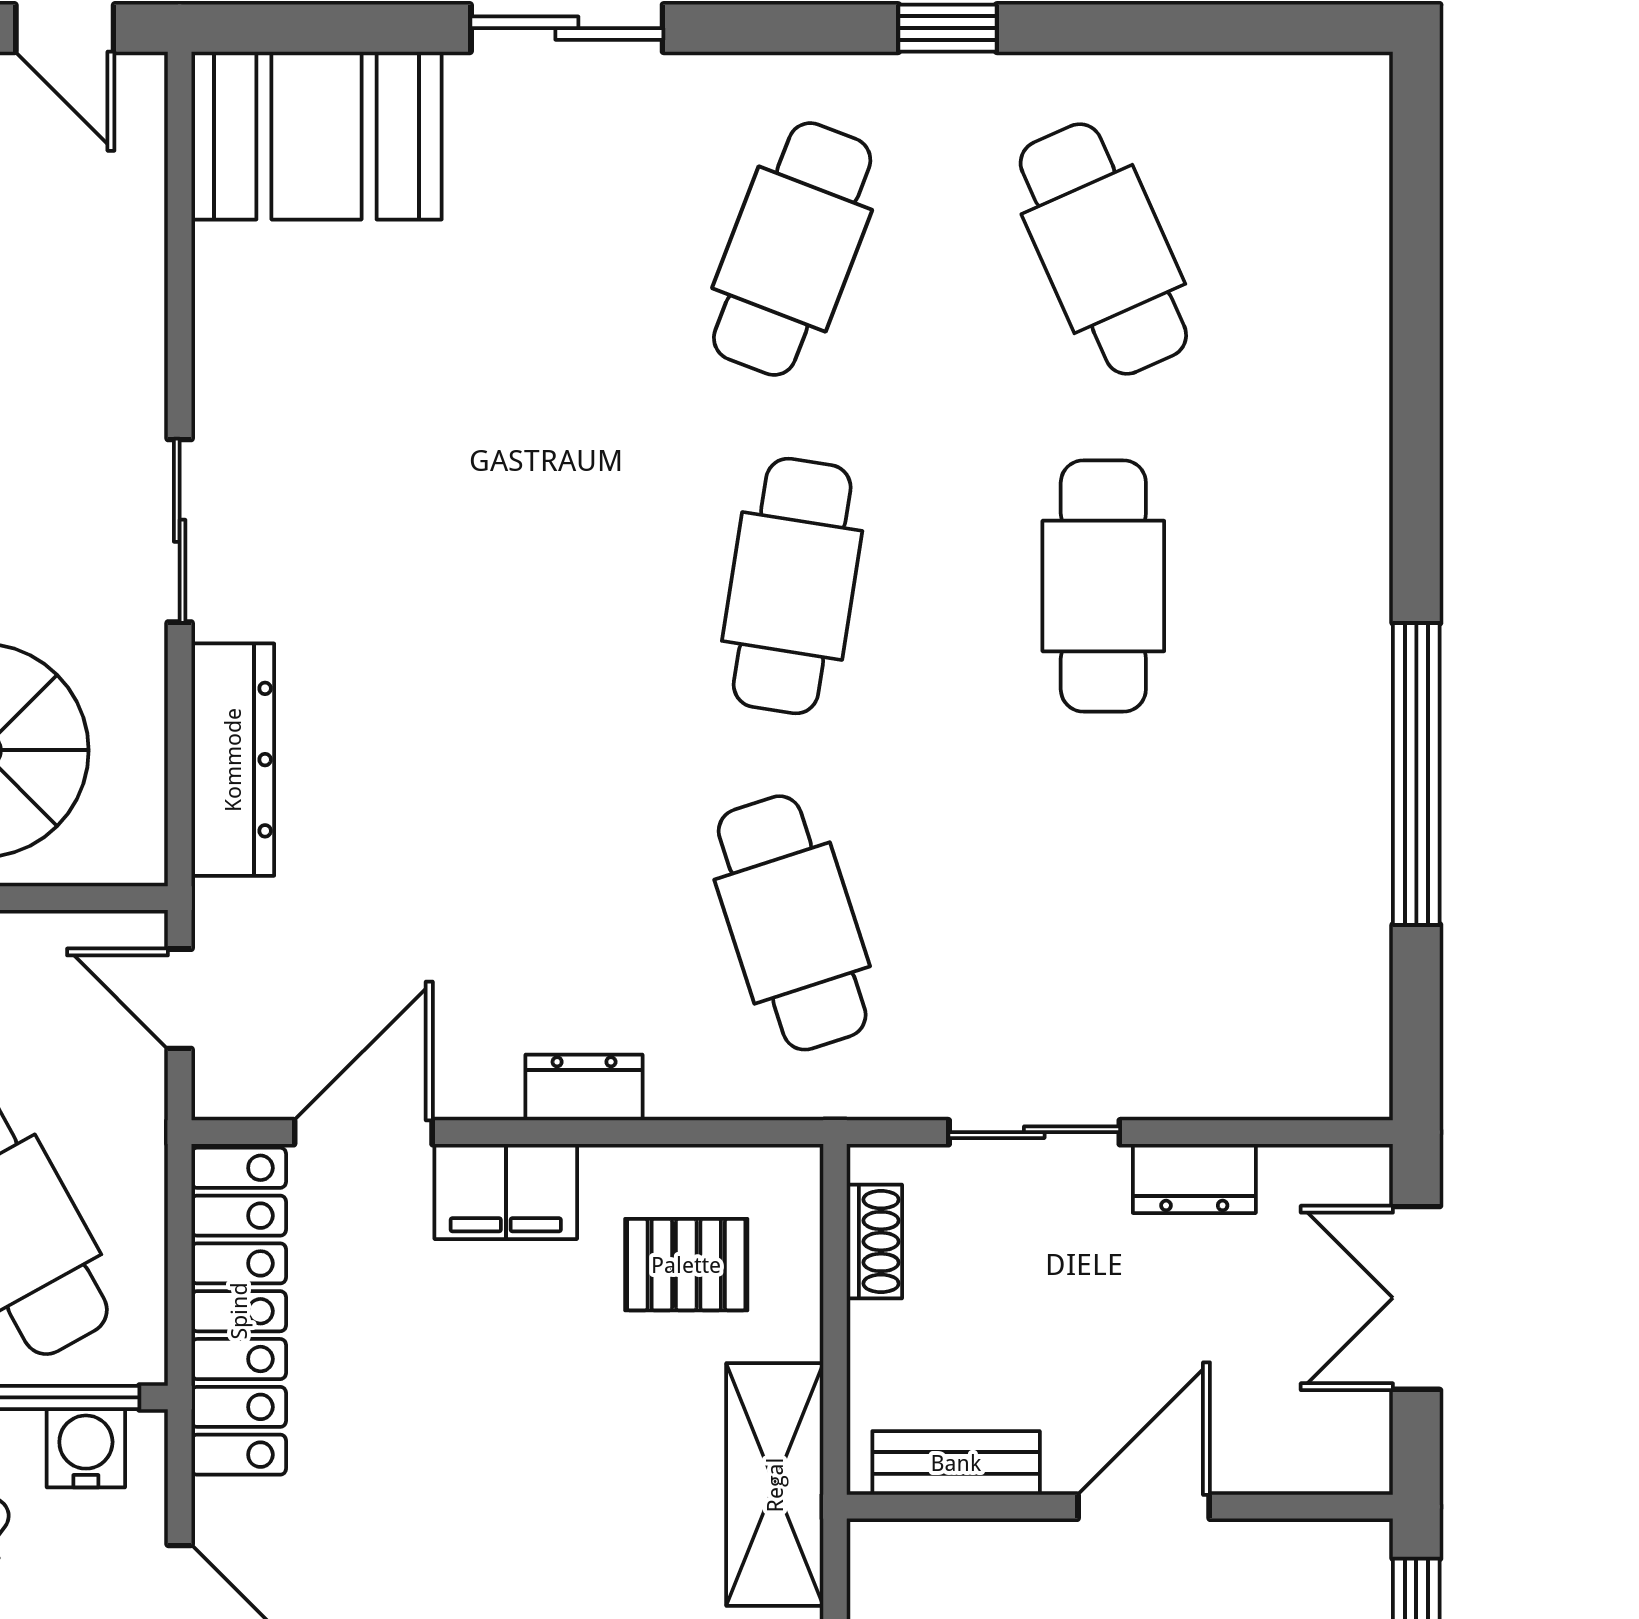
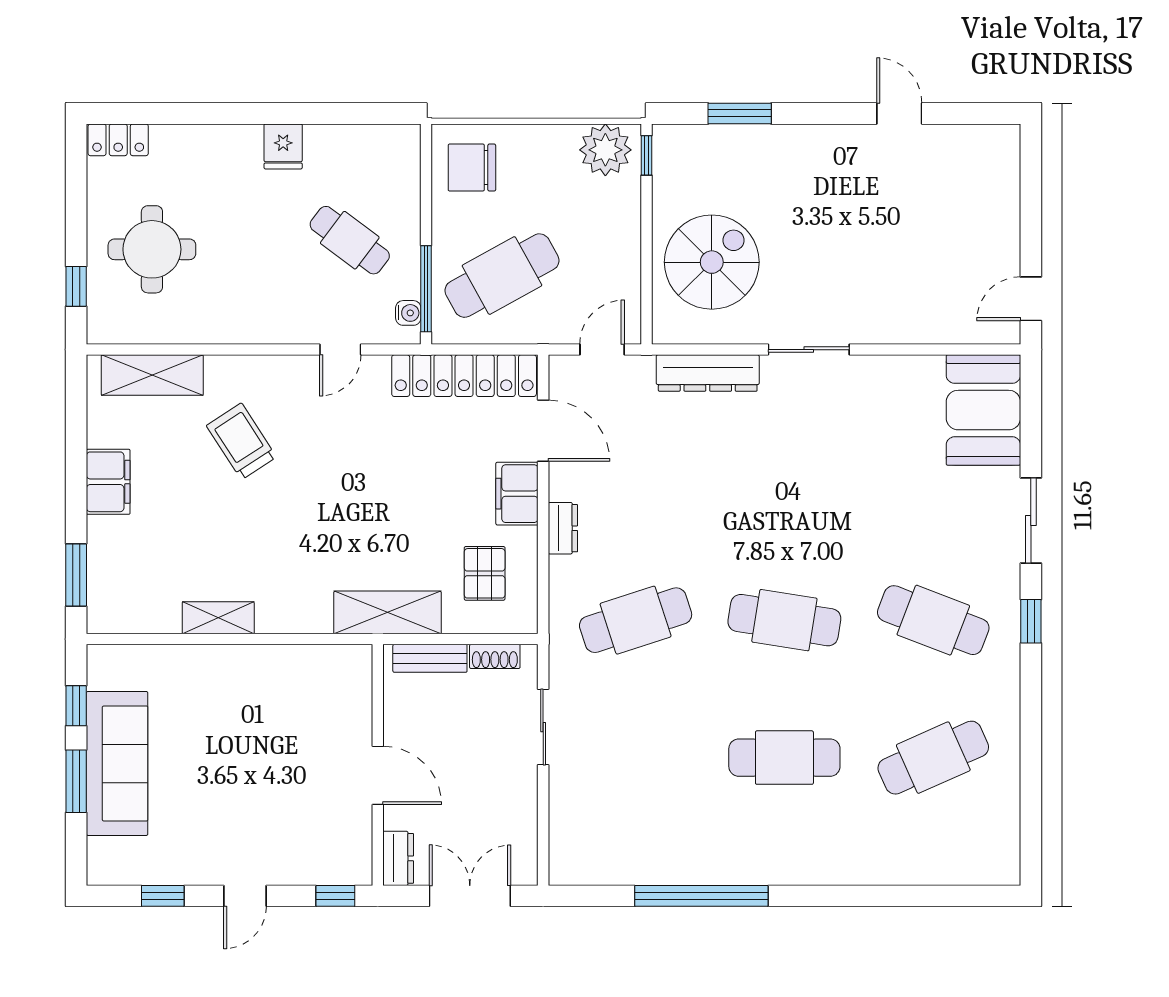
window: (948, 28) -> (1031, 621), moved
dresser: (1194, 1178) -> (398, 858), moved, turned 180
water cooler: (86, 1448) -> (408, 313), width x0.72, depth x0.72
bench: (956, 1463) -> (430, 658), moved, turned 90

